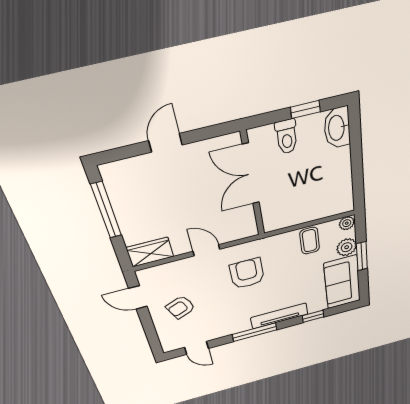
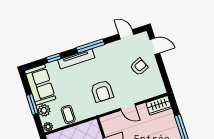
door: (138, 297) -> (155, 46), moved

